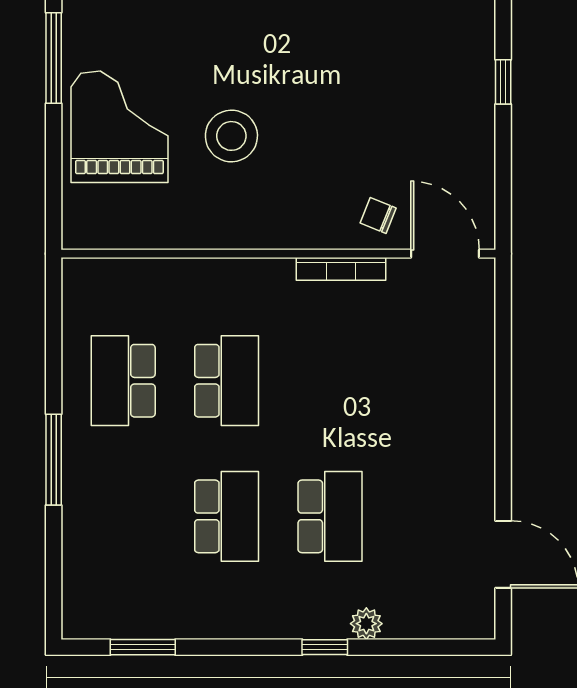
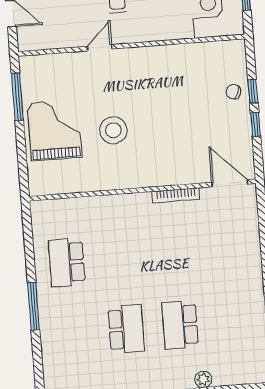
window: (503, 146) -> (256, 125), added
chair: (378, 216) -> (233, 92), moved
school desk: (227, 381) -> (121, 258), removed
school desk: (330, 516) -> (180, 325), turned 180

